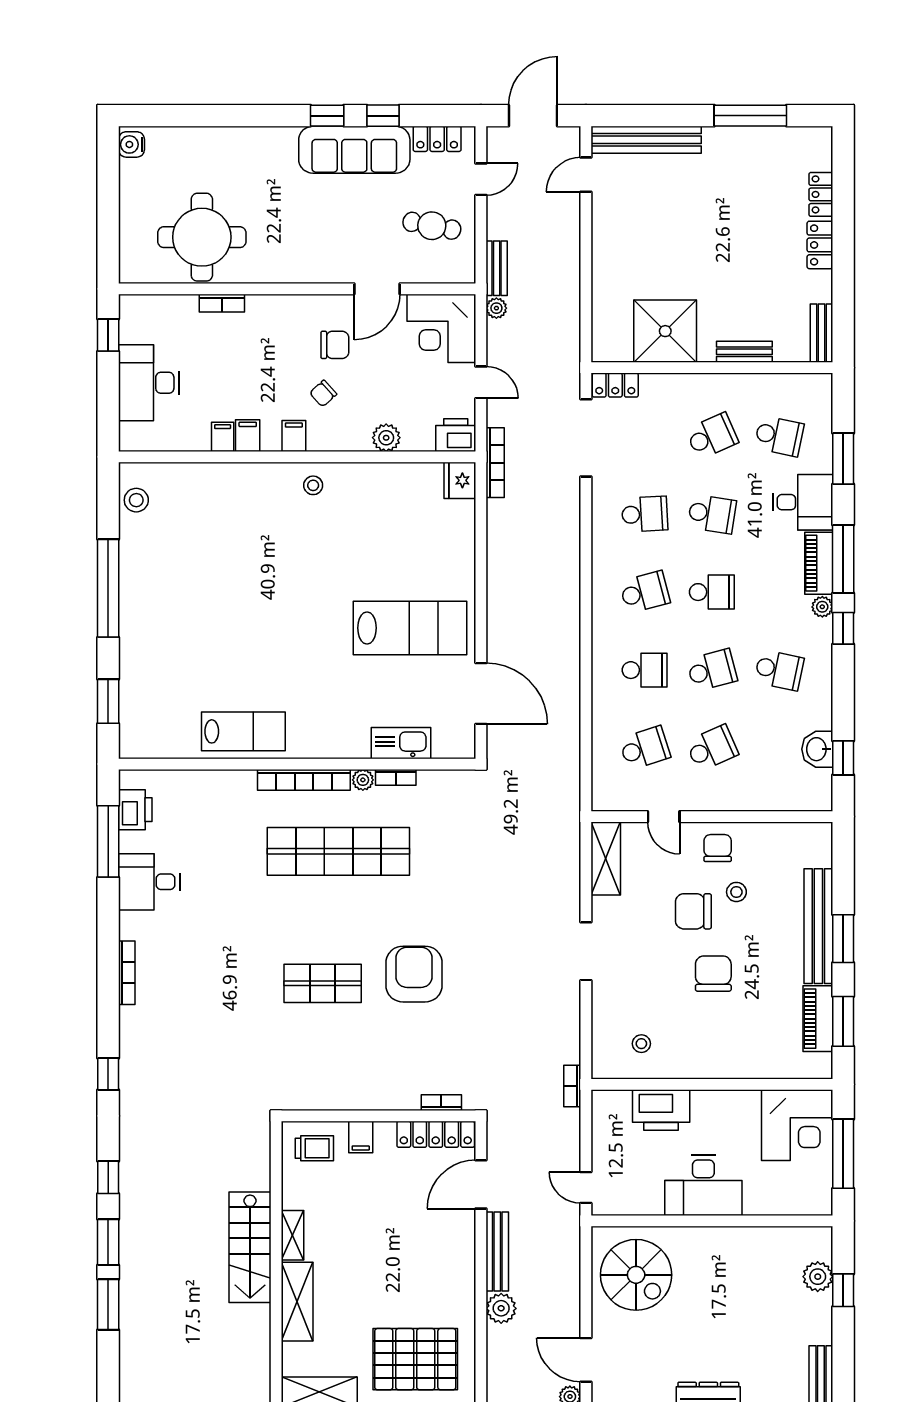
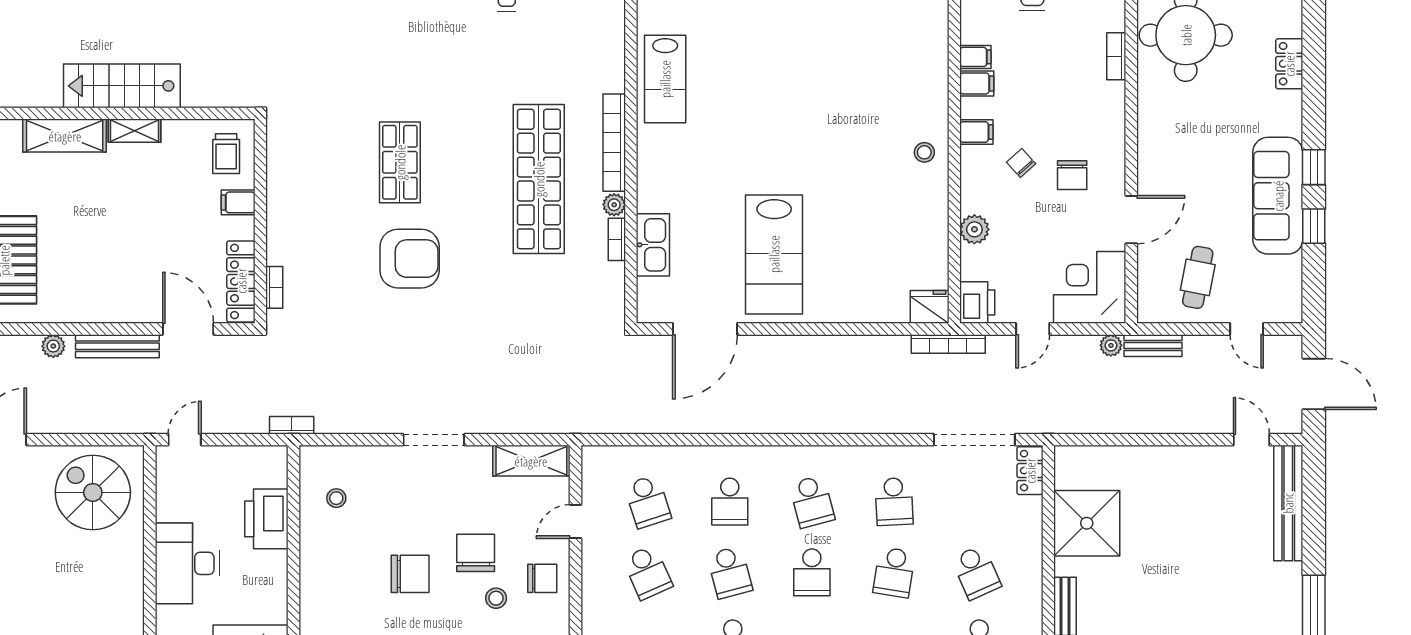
locker: (437, 139) -> (1289, 64), moved
door: (377, 289) -> (1131, 220), swing flipped
spiral stairs: (636, 1275) -> (93, 492), turned 90
plant: (501, 1308) -> (53, 346), width x0.73, depth x0.73

